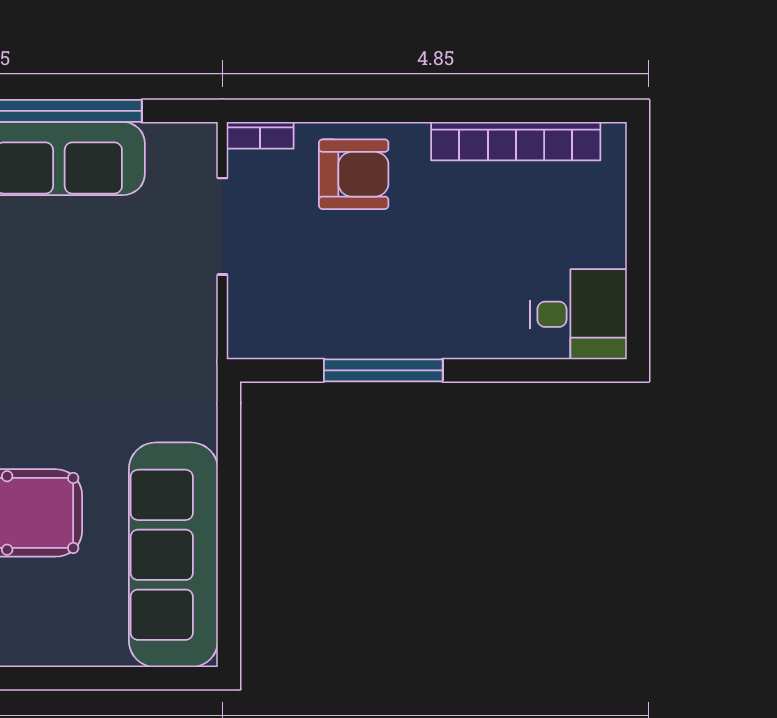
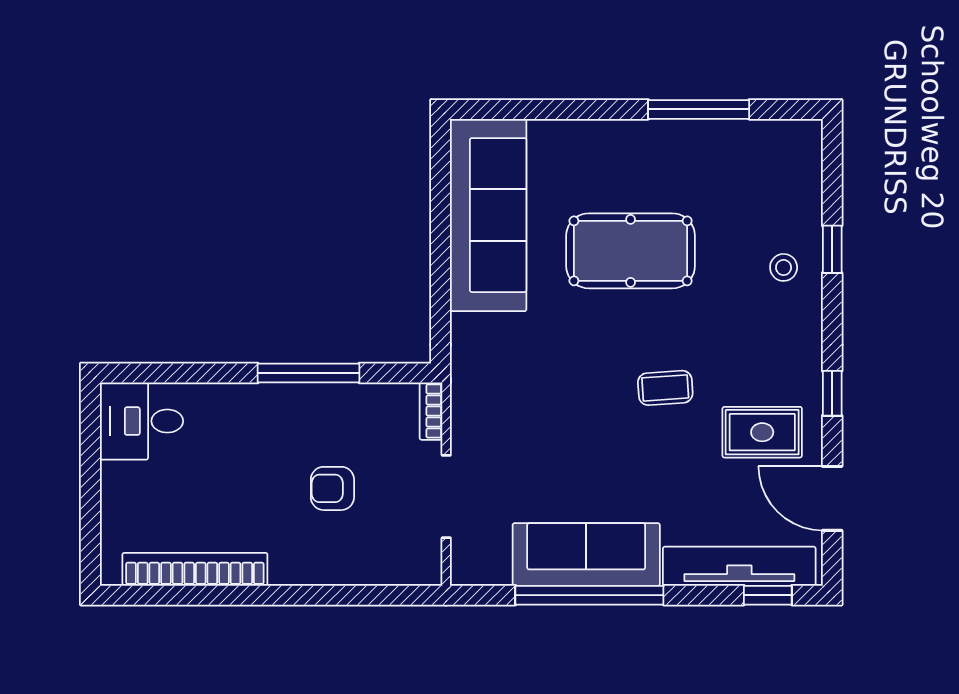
bookcase: (260, 135) -> (431, 411), moved, turned -90
armchair: (354, 174) -> (332, 488), moved, width x0.72, depth x0.72

